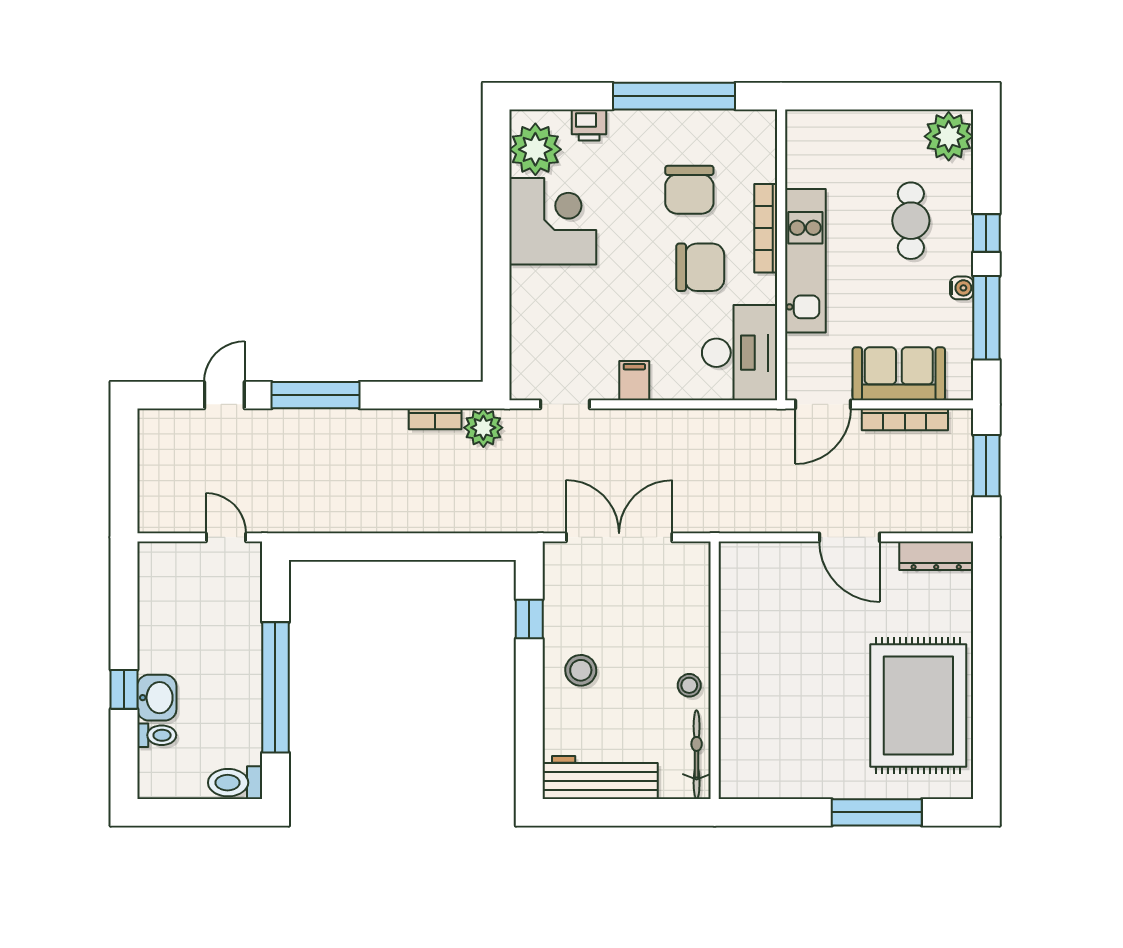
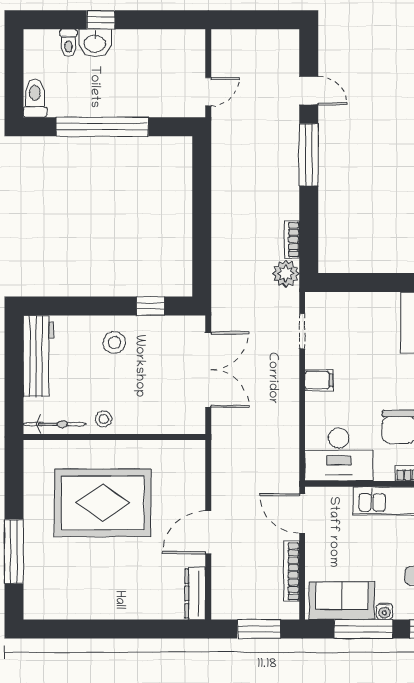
sofa: (899, 374) -> (342, 601), moved, turned -90
rug: (918, 706) -> (103, 503), moved

